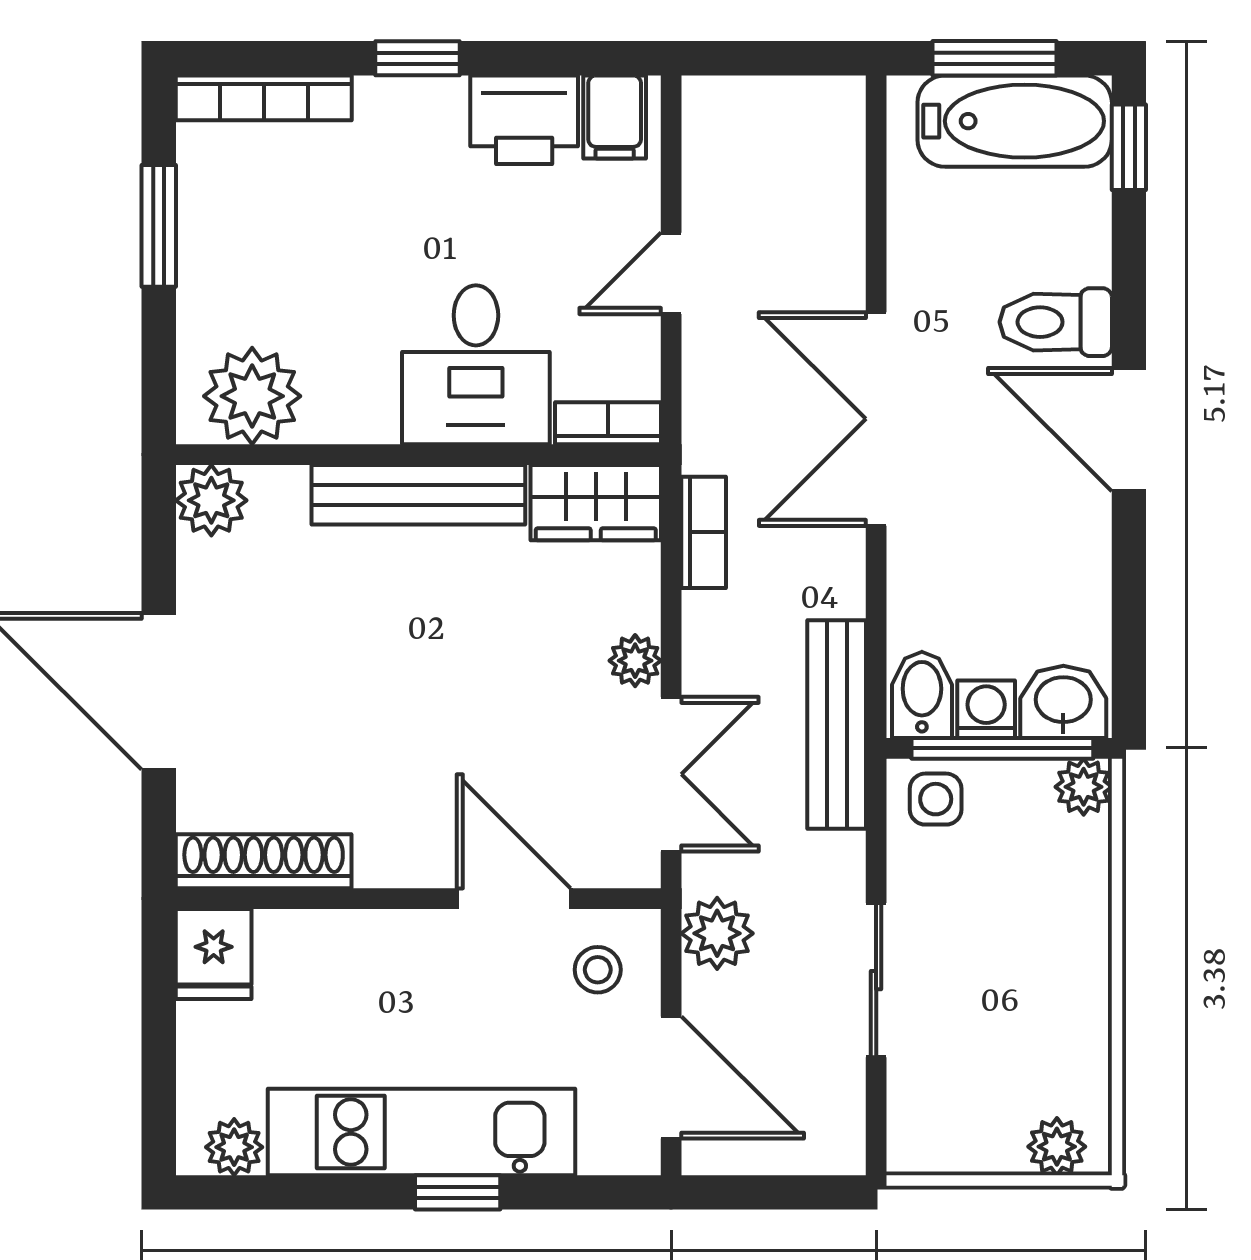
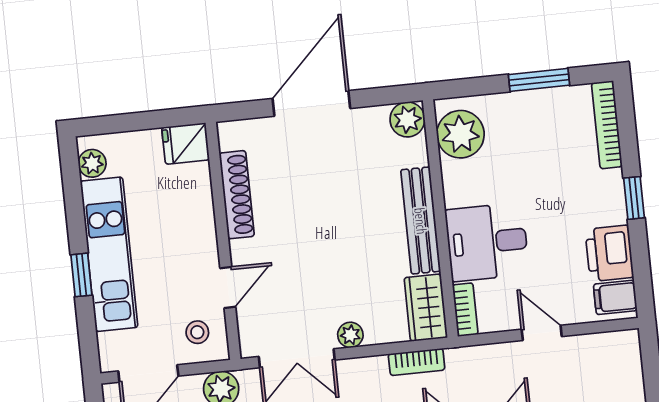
shoe rack: (264, 861) -> (237, 195), moved
door: (514, 899) -> (228, 287), width x0.73

